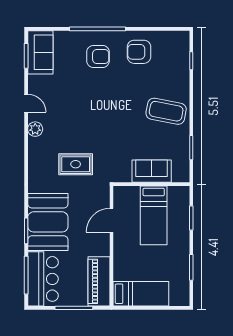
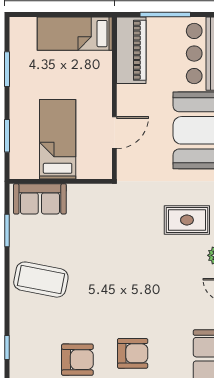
armchair: (98, 56) -> (133, 353), turned 180
rug: (76, 164) -> (187, 220), moved
sofa: (152, 171) -> (40, 199), moved

